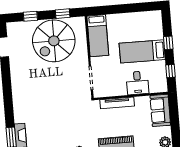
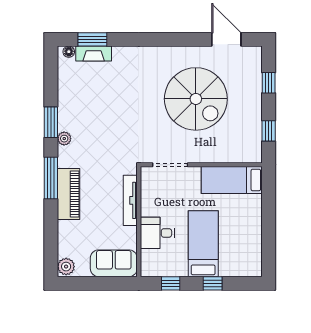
spiral stairs: (54, 41) -> (196, 99), moved, turned 180

